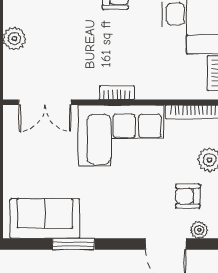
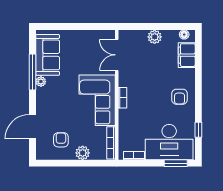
plant: (199, 230) -> (41, 82), moved
window: (73, 244) -> (32, 72), width x1.44

